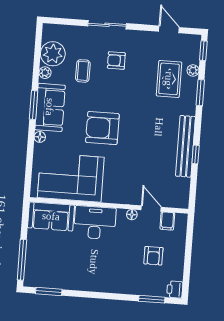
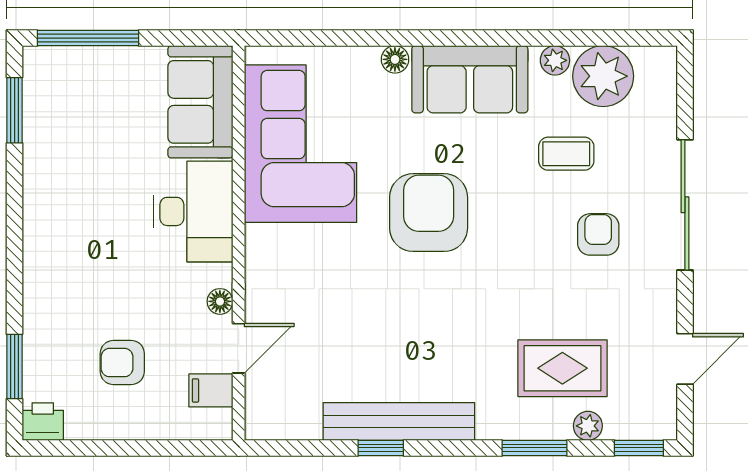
sliding door: (107, 25) -> (685, 205), width x1.37
window: (34, 105) -> (473, 38), removed

